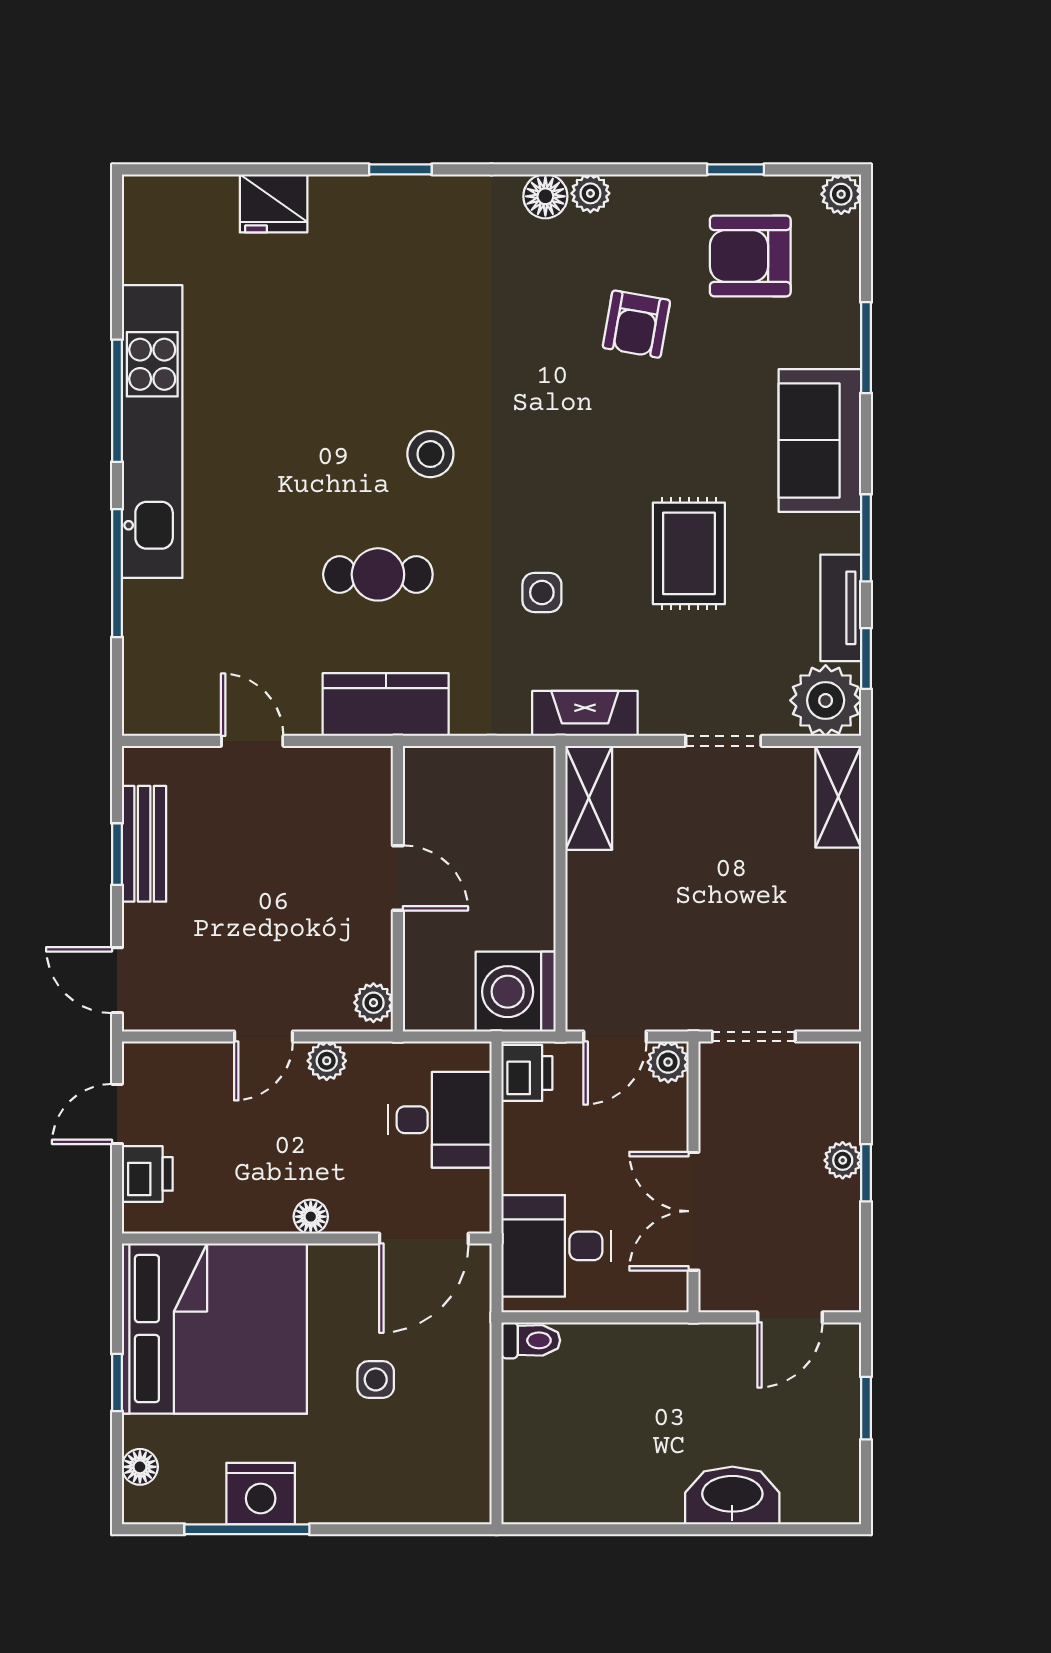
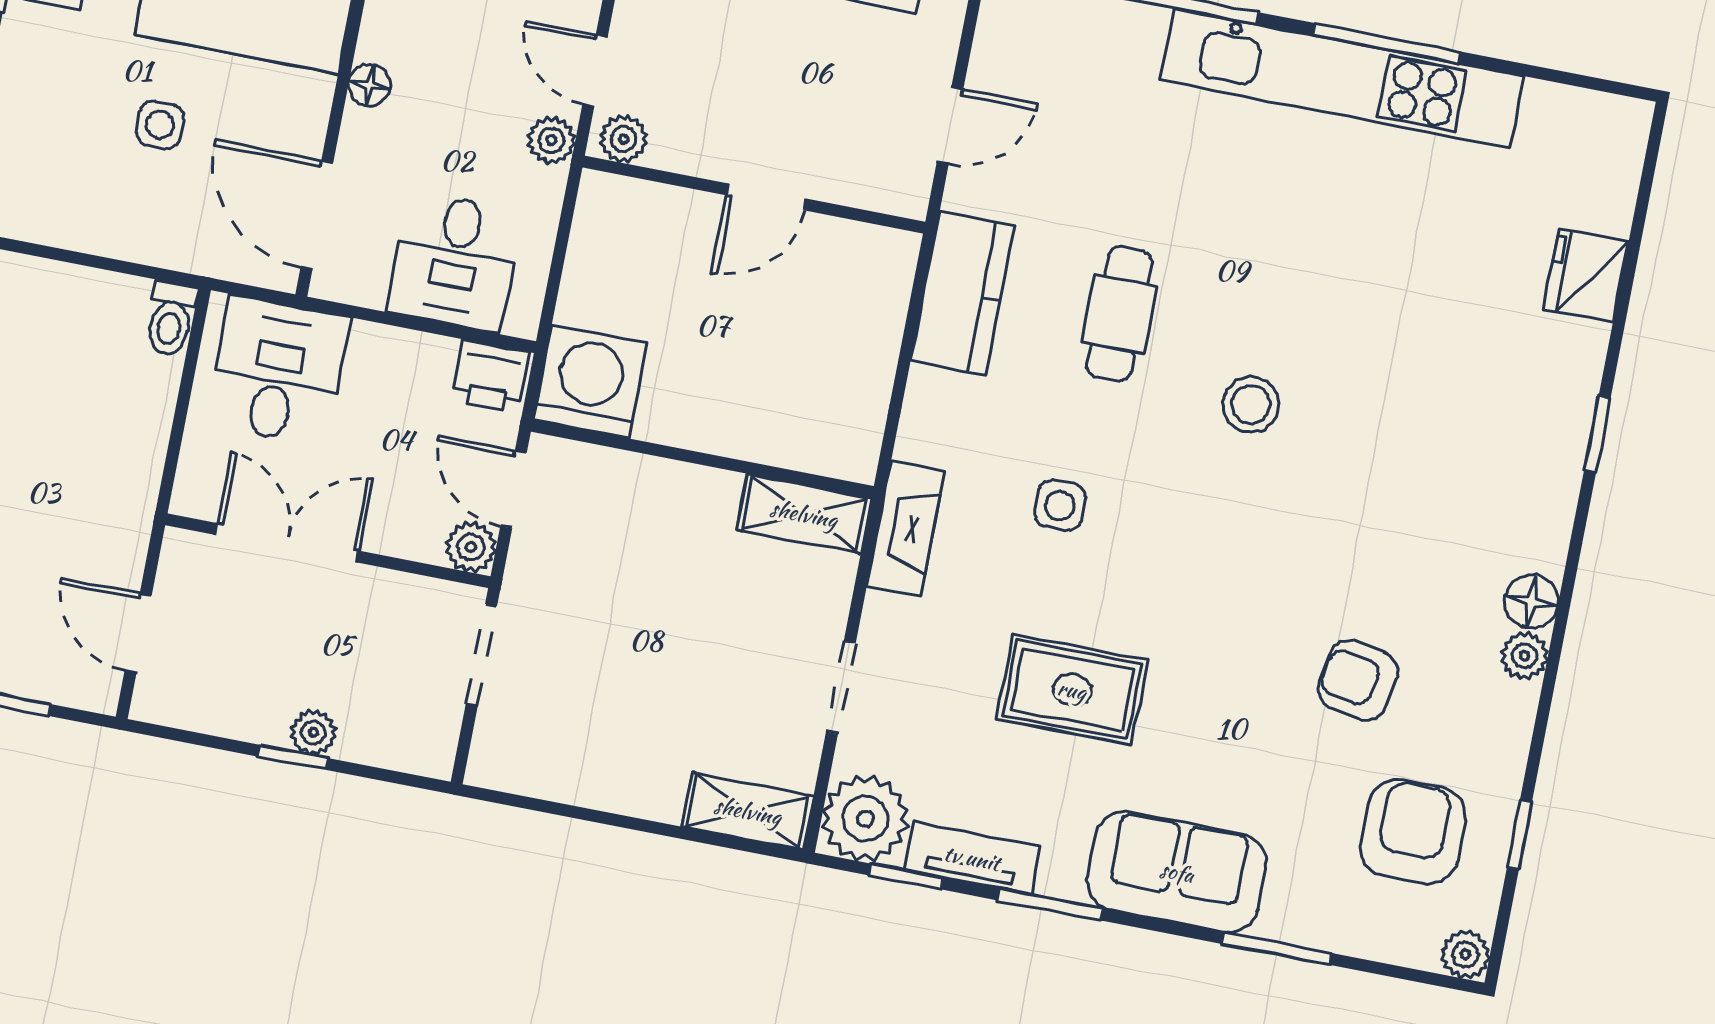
door: (398, 878) -> (767, 197), moved
wall: (398, 889) -> (754, 195), moved
plant: (373, 1003) -> (624, 139), moved

